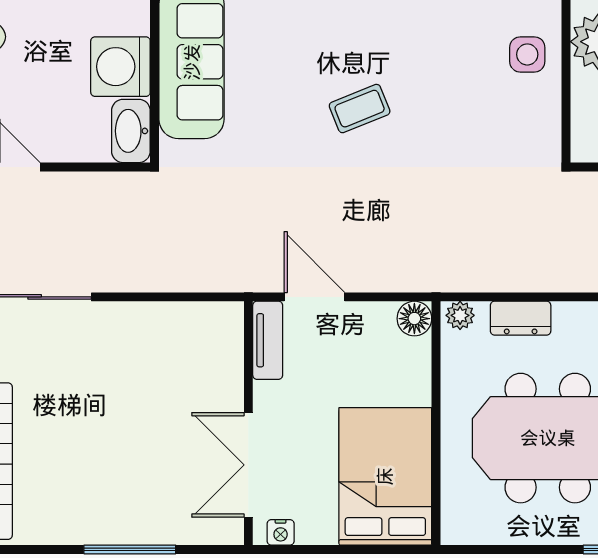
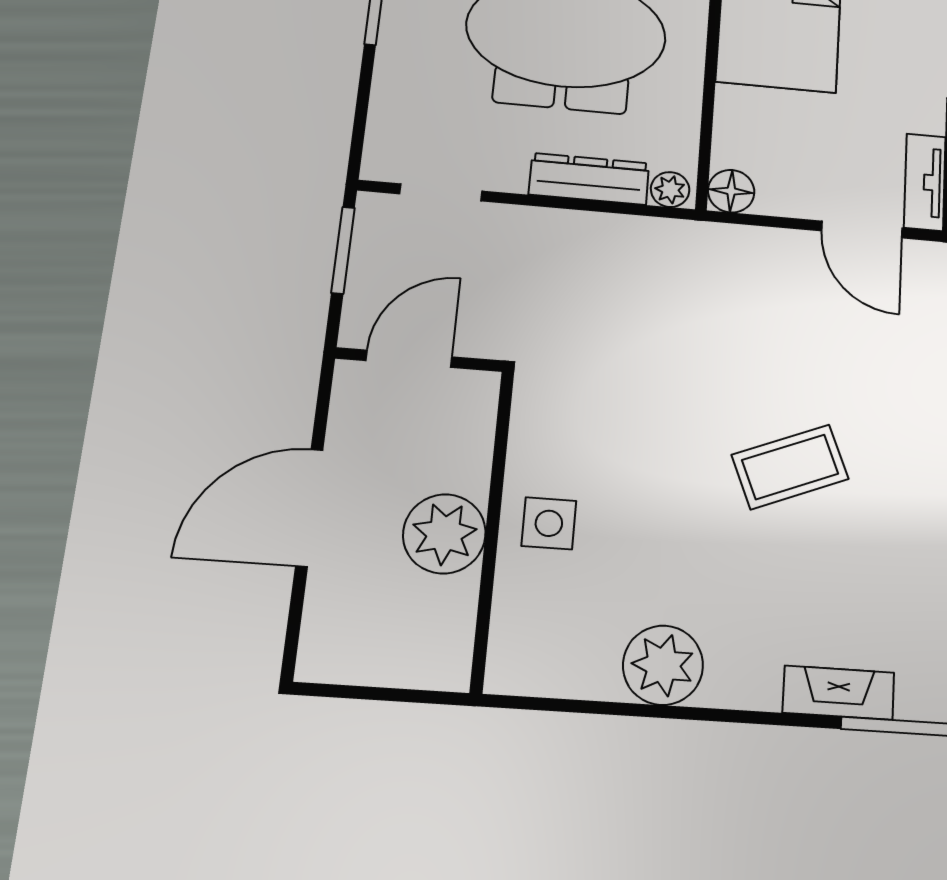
coffee table: (360, 109) -> (790, 467), width x1.36, depth x1.30
dresser: (521, 318) -> (589, 179), width x1.44

